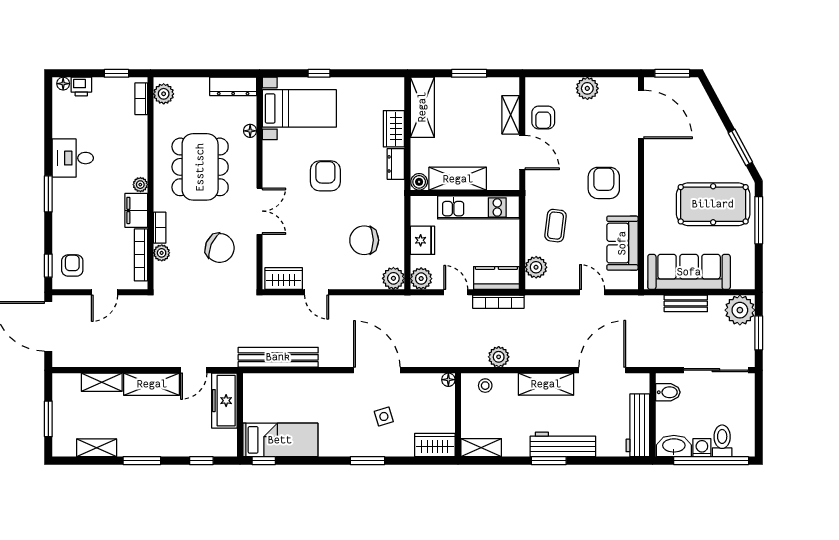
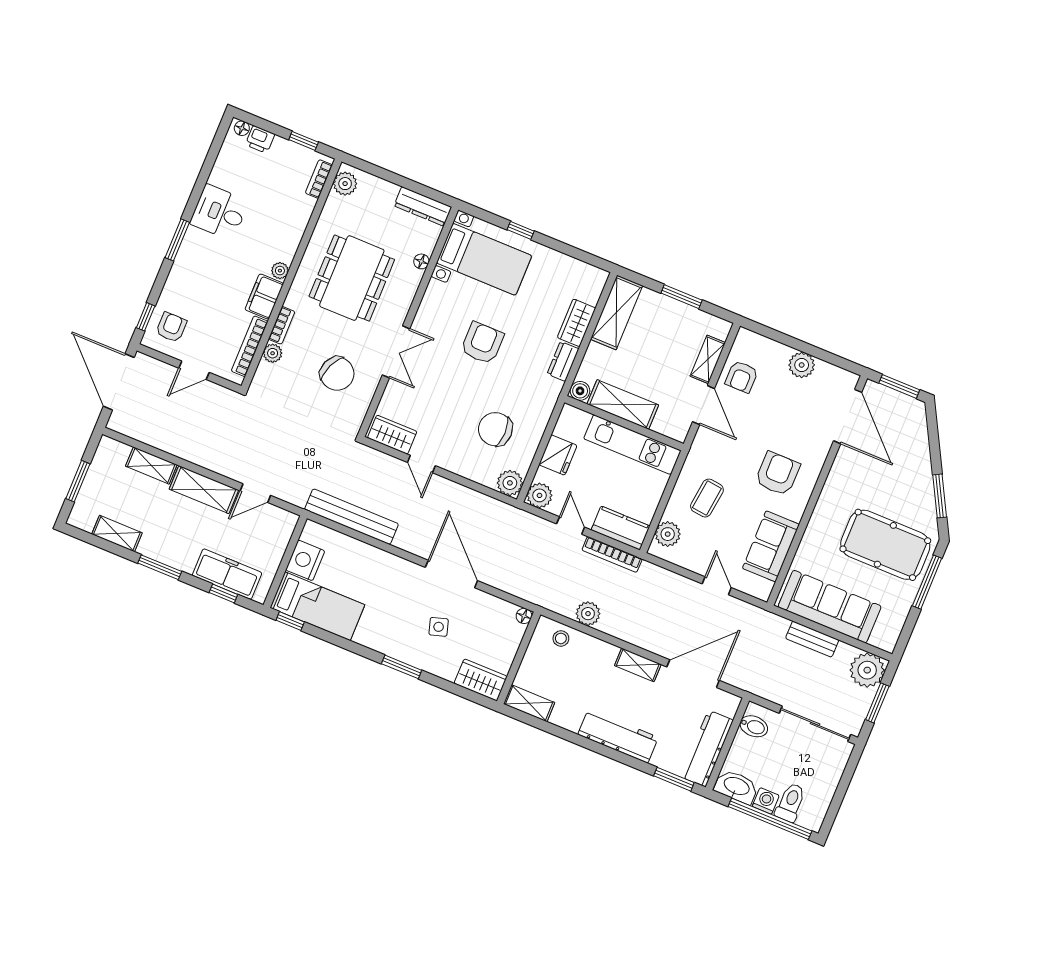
shelving: (546, 384) -> (638, 665), width x0.67, depth x0.75
freezer: (224, 401) -> (227, 574), moved, turned 90
nightstand: (256, 407) -> (305, 560), added
window: (549, 461) -> (674, 779), moved

